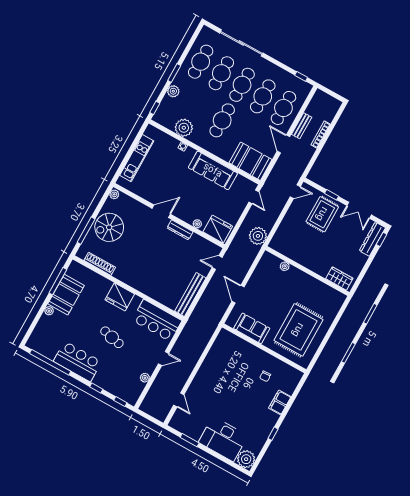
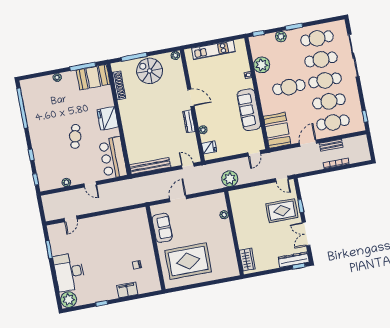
fridge: (218, 229) -> (209, 147), width x0.53, depth x0.75
booth: (66, 295) -> (93, 77), moved
bar counter: (77, 361) -> (39, 126), removed

